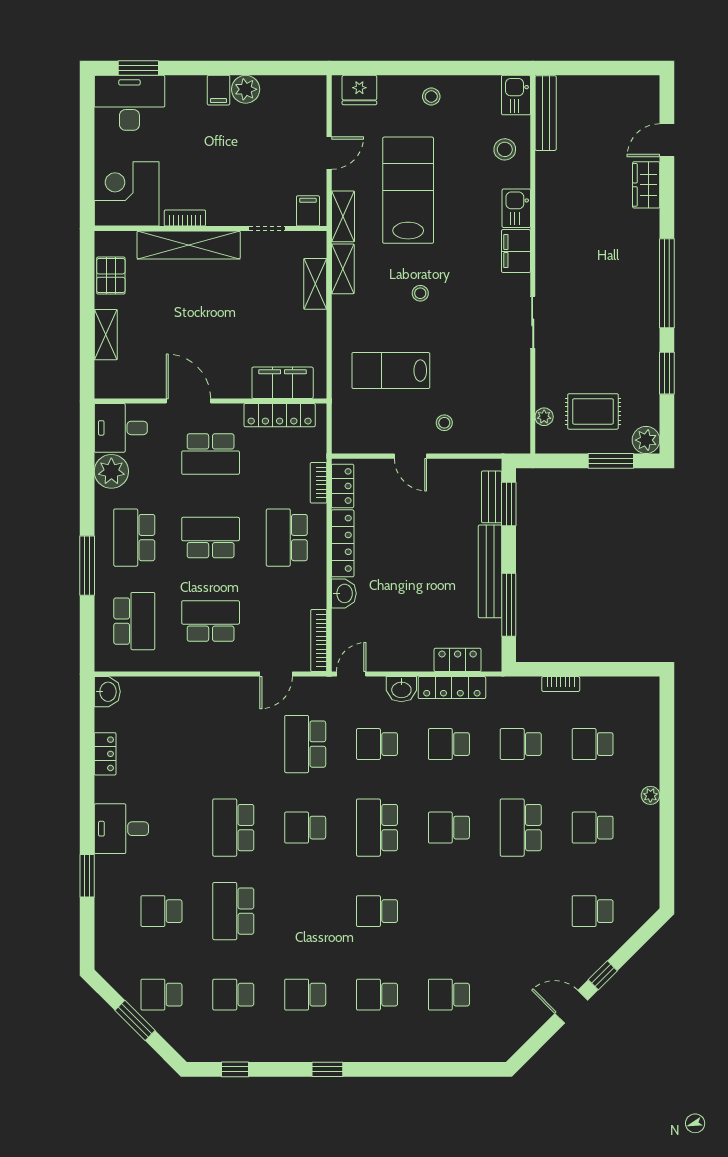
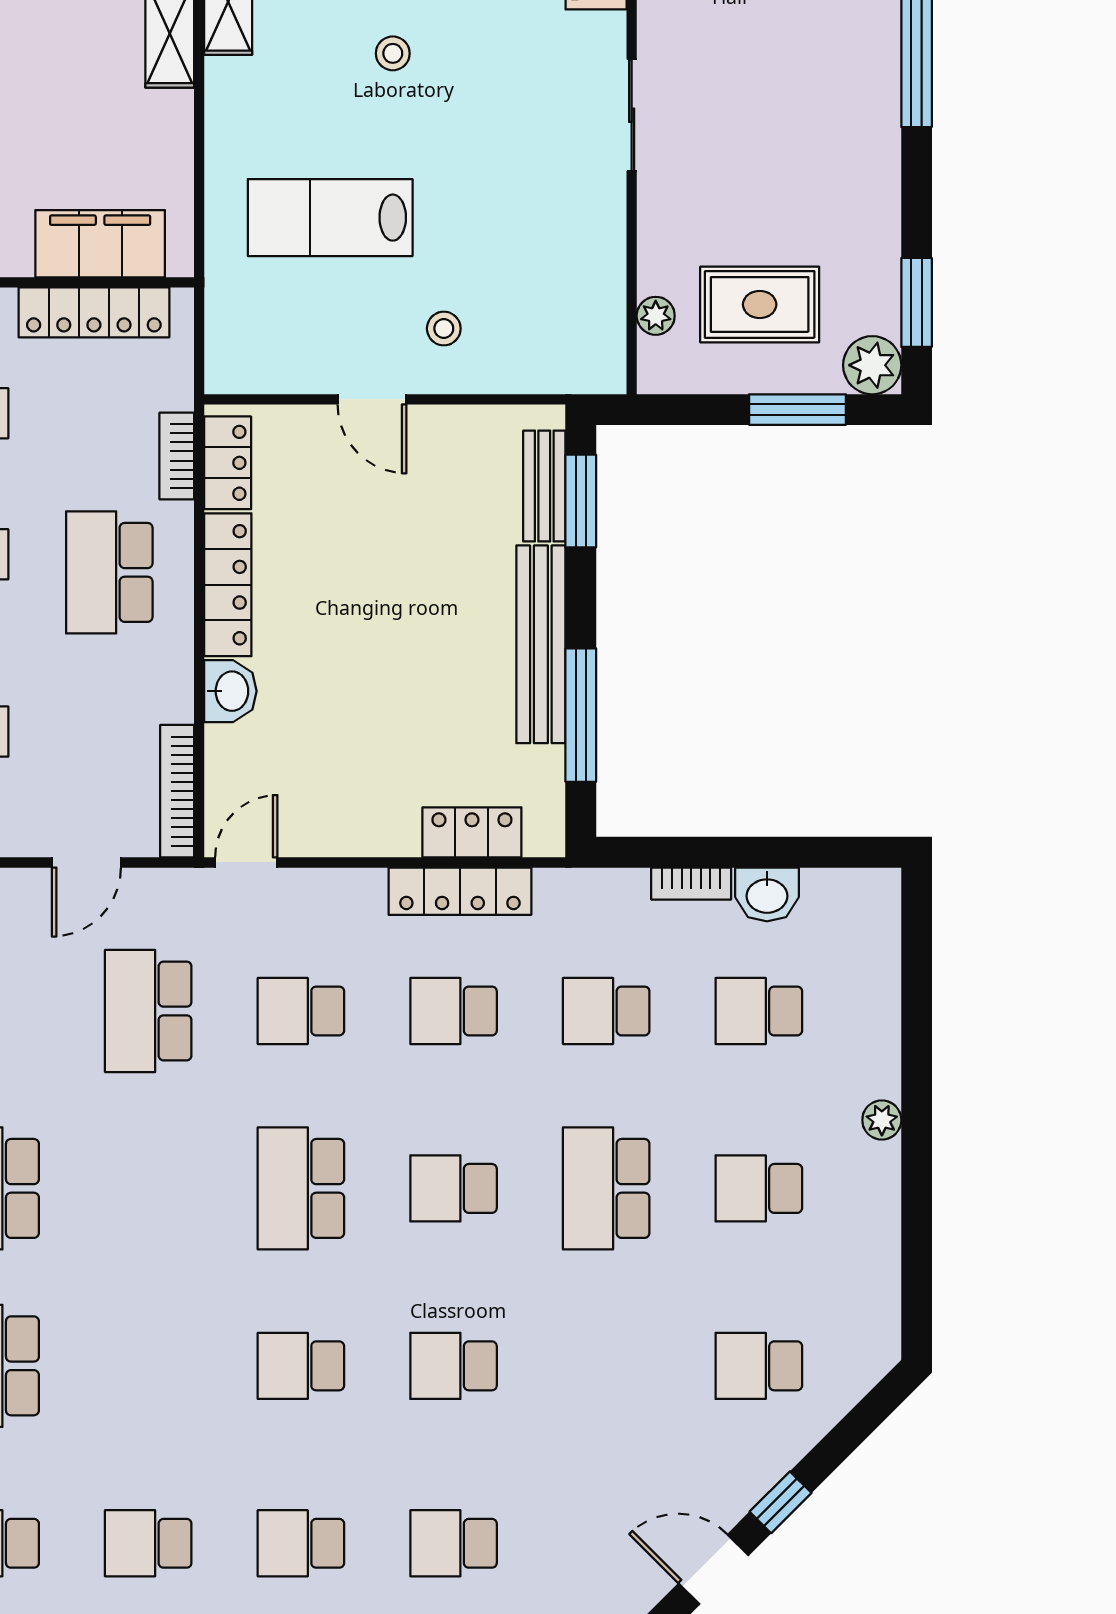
window: (667, 373) -> (917, 302), moved
washbasin: (401, 689) -> (767, 894), moved
school desk: (305, 828) -> (454, 1366), moved

